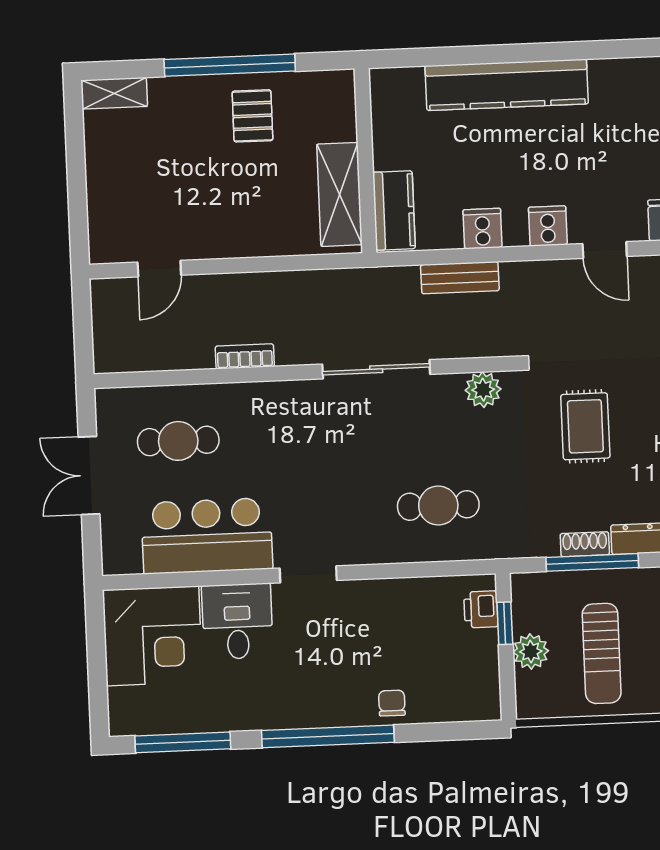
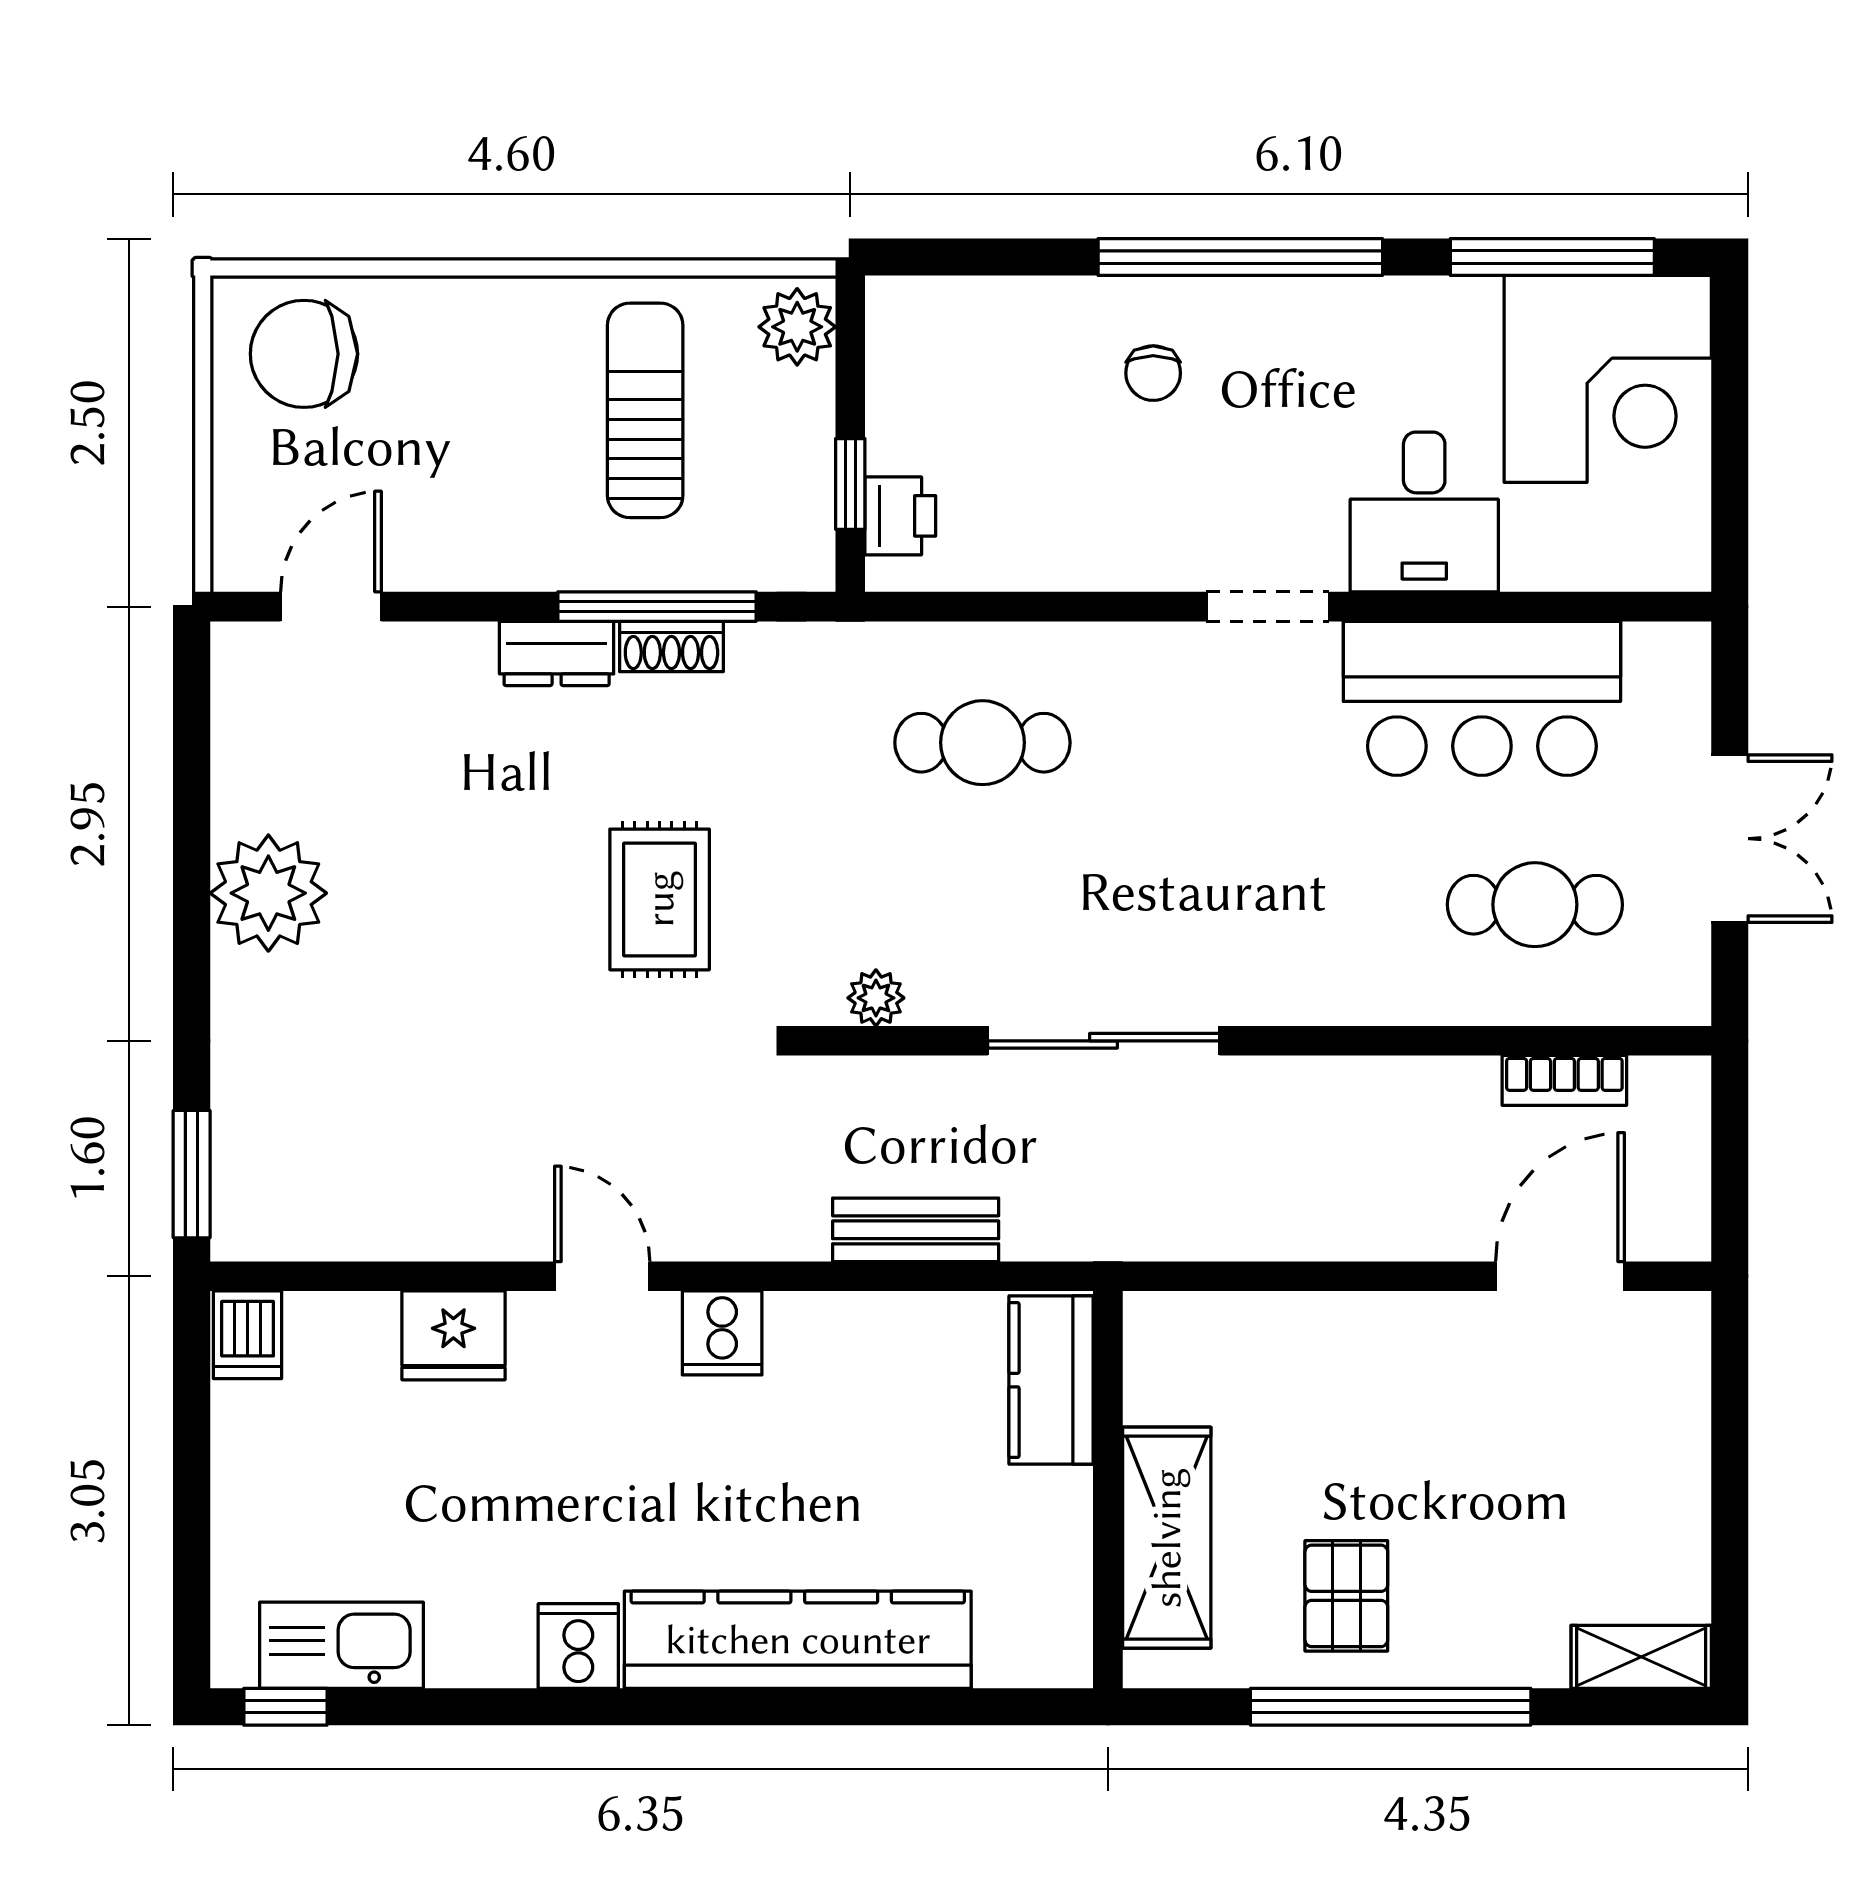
shelving: (339, 194) -> (1167, 1538), moved
cooker: (483, 229) -> (578, 1646), moved, turned 180
door: (159, 269) -> (1560, 1276), width x1.38
bookcase: (245, 356) -> (1564, 1080), moved
plant: (483, 390) -> (876, 998), width x0.73, depth x0.73
corner desk: (152, 636) -> (1608, 379), moved, turned 180
plant: (531, 651) -> (797, 327), moved
chair: (392, 703) -> (1153, 373), moved

